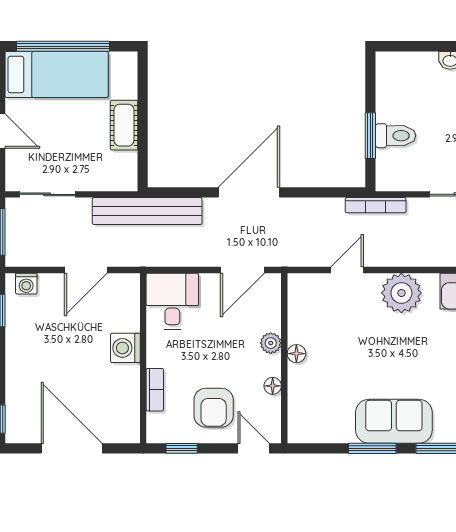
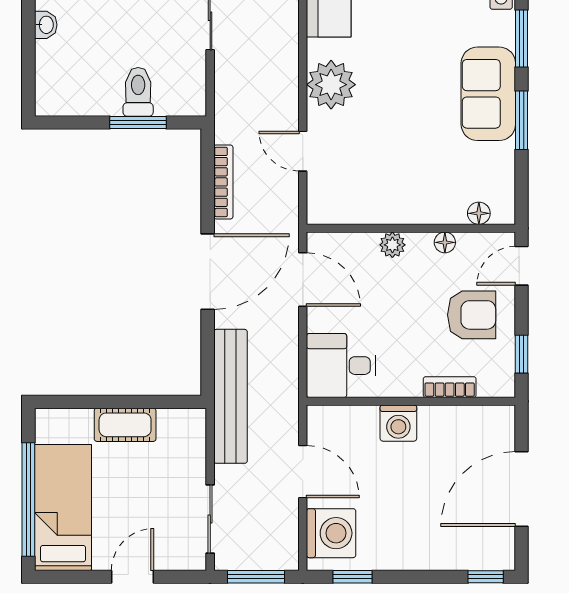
door: (249, 192) -> (208, 272), swing flipped
bookcase: (376, 205) -> (223, 182), moved
washing machine: (26, 284) -> (331, 533), width x1.89, depth x1.89
floor lamp: (296, 354) -> (479, 213), moved

